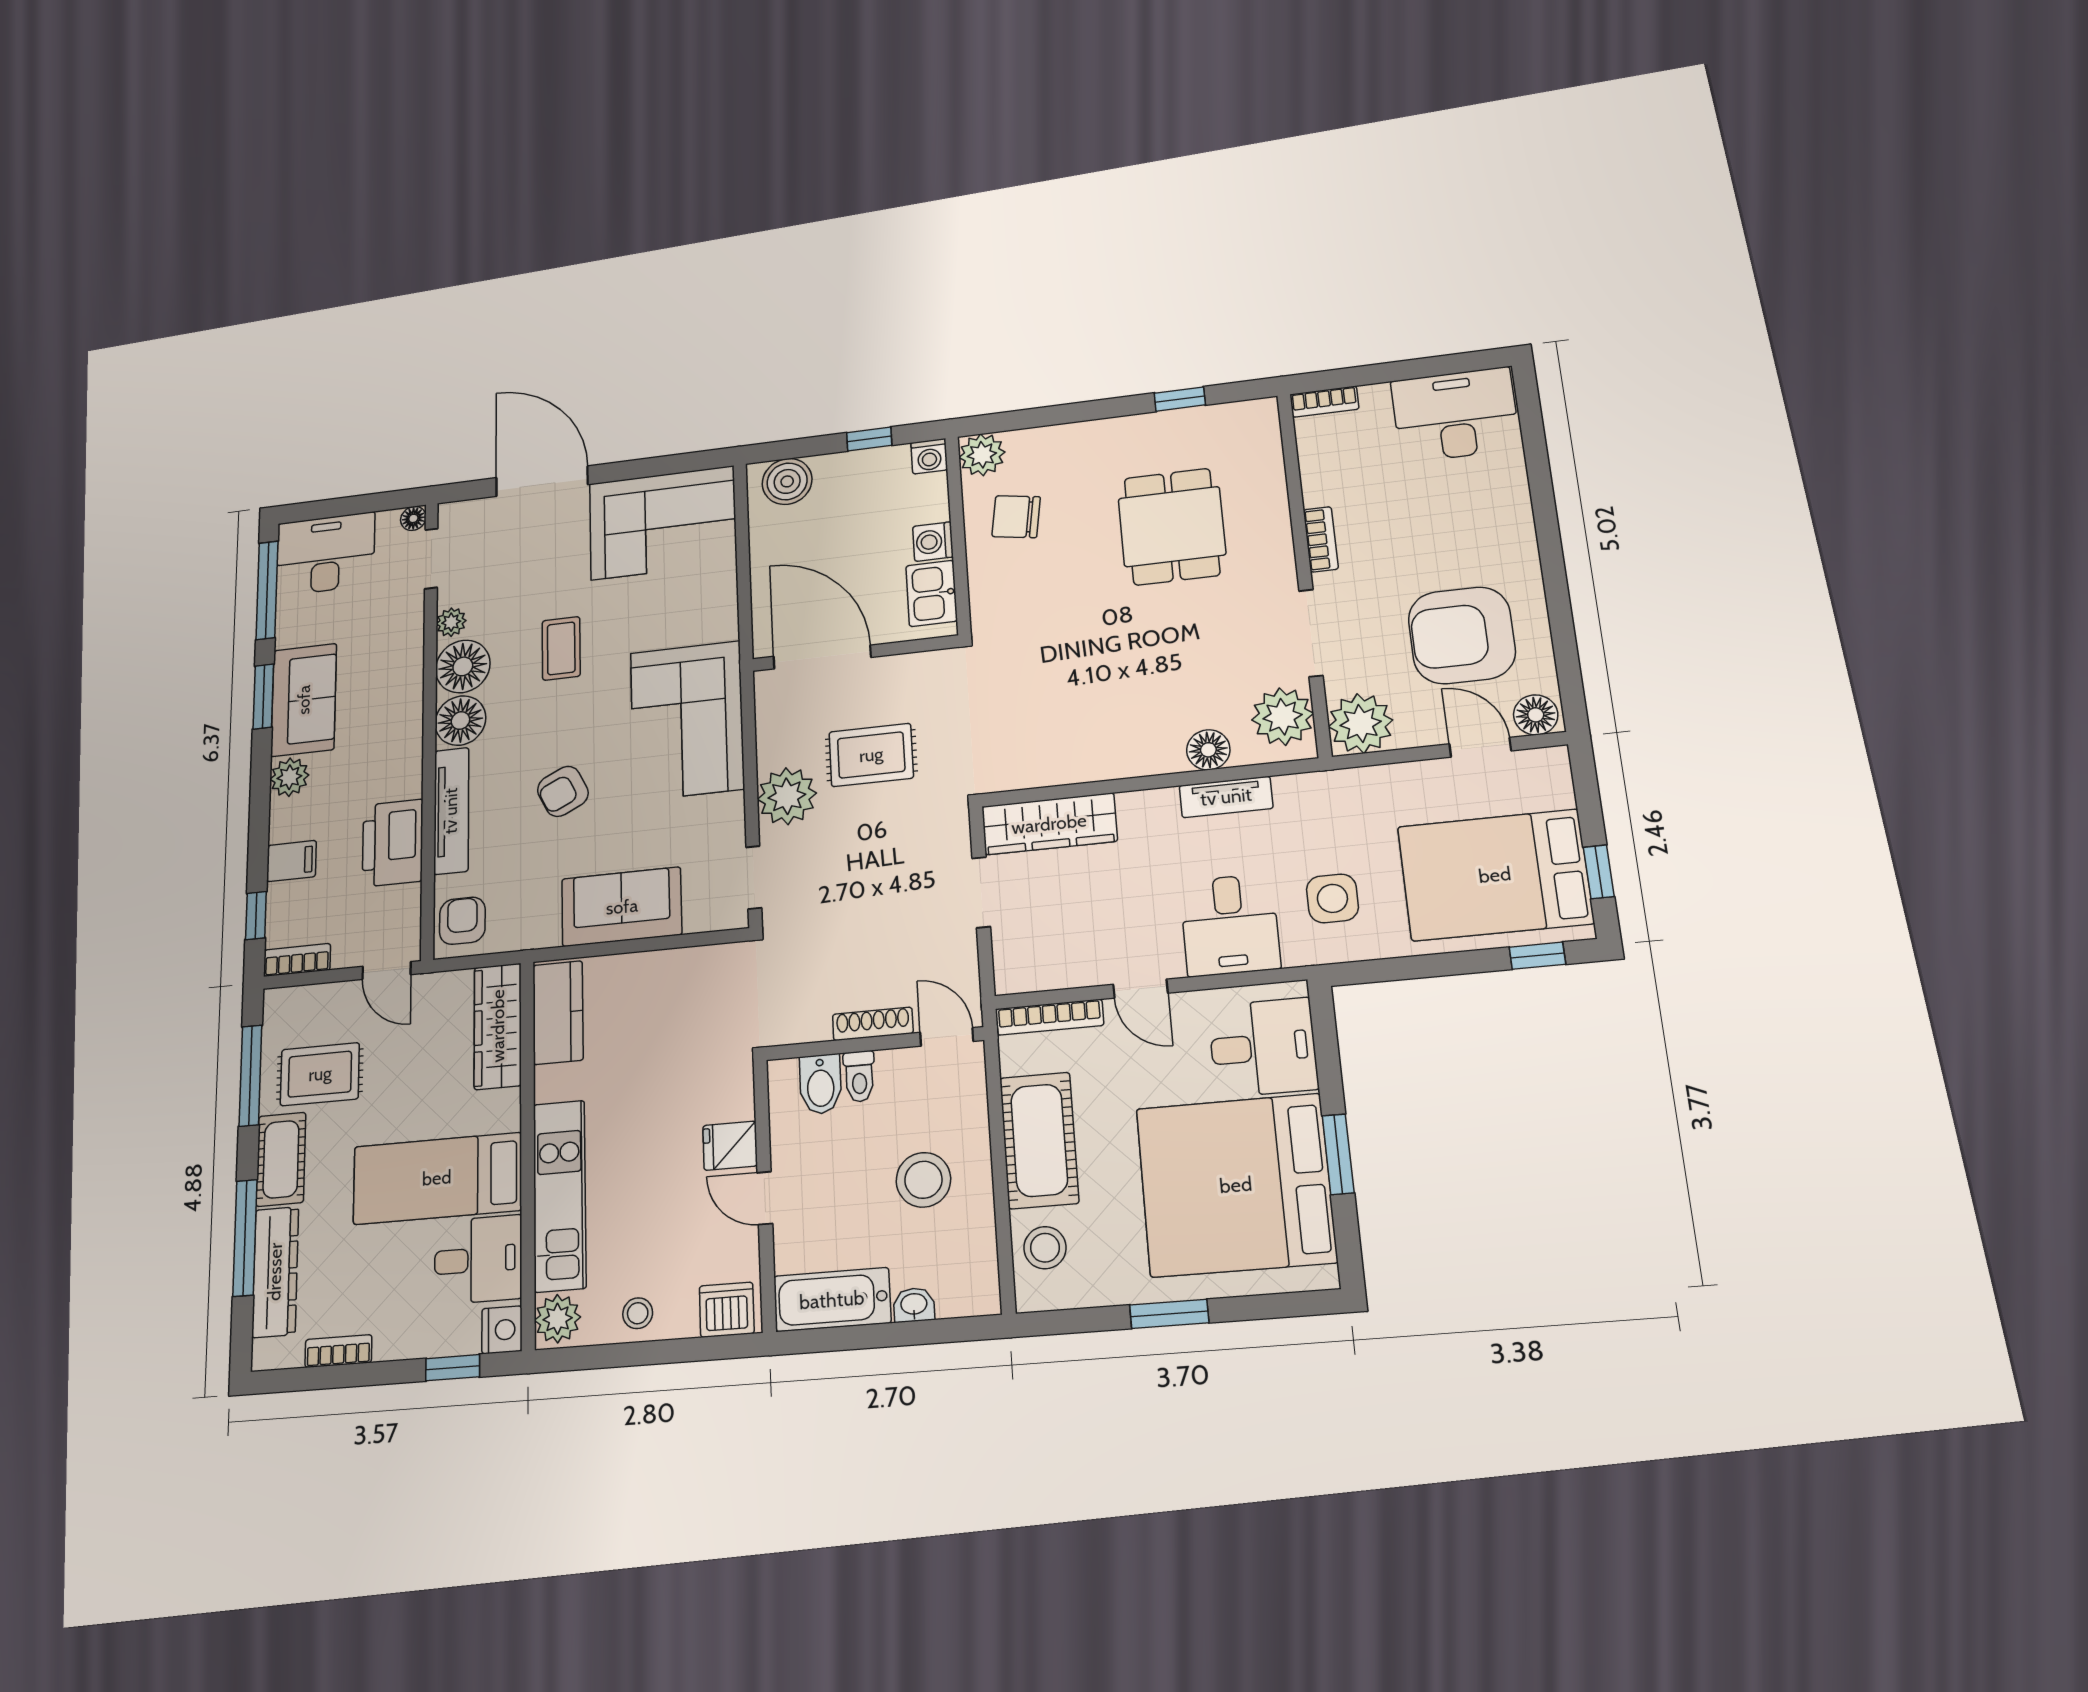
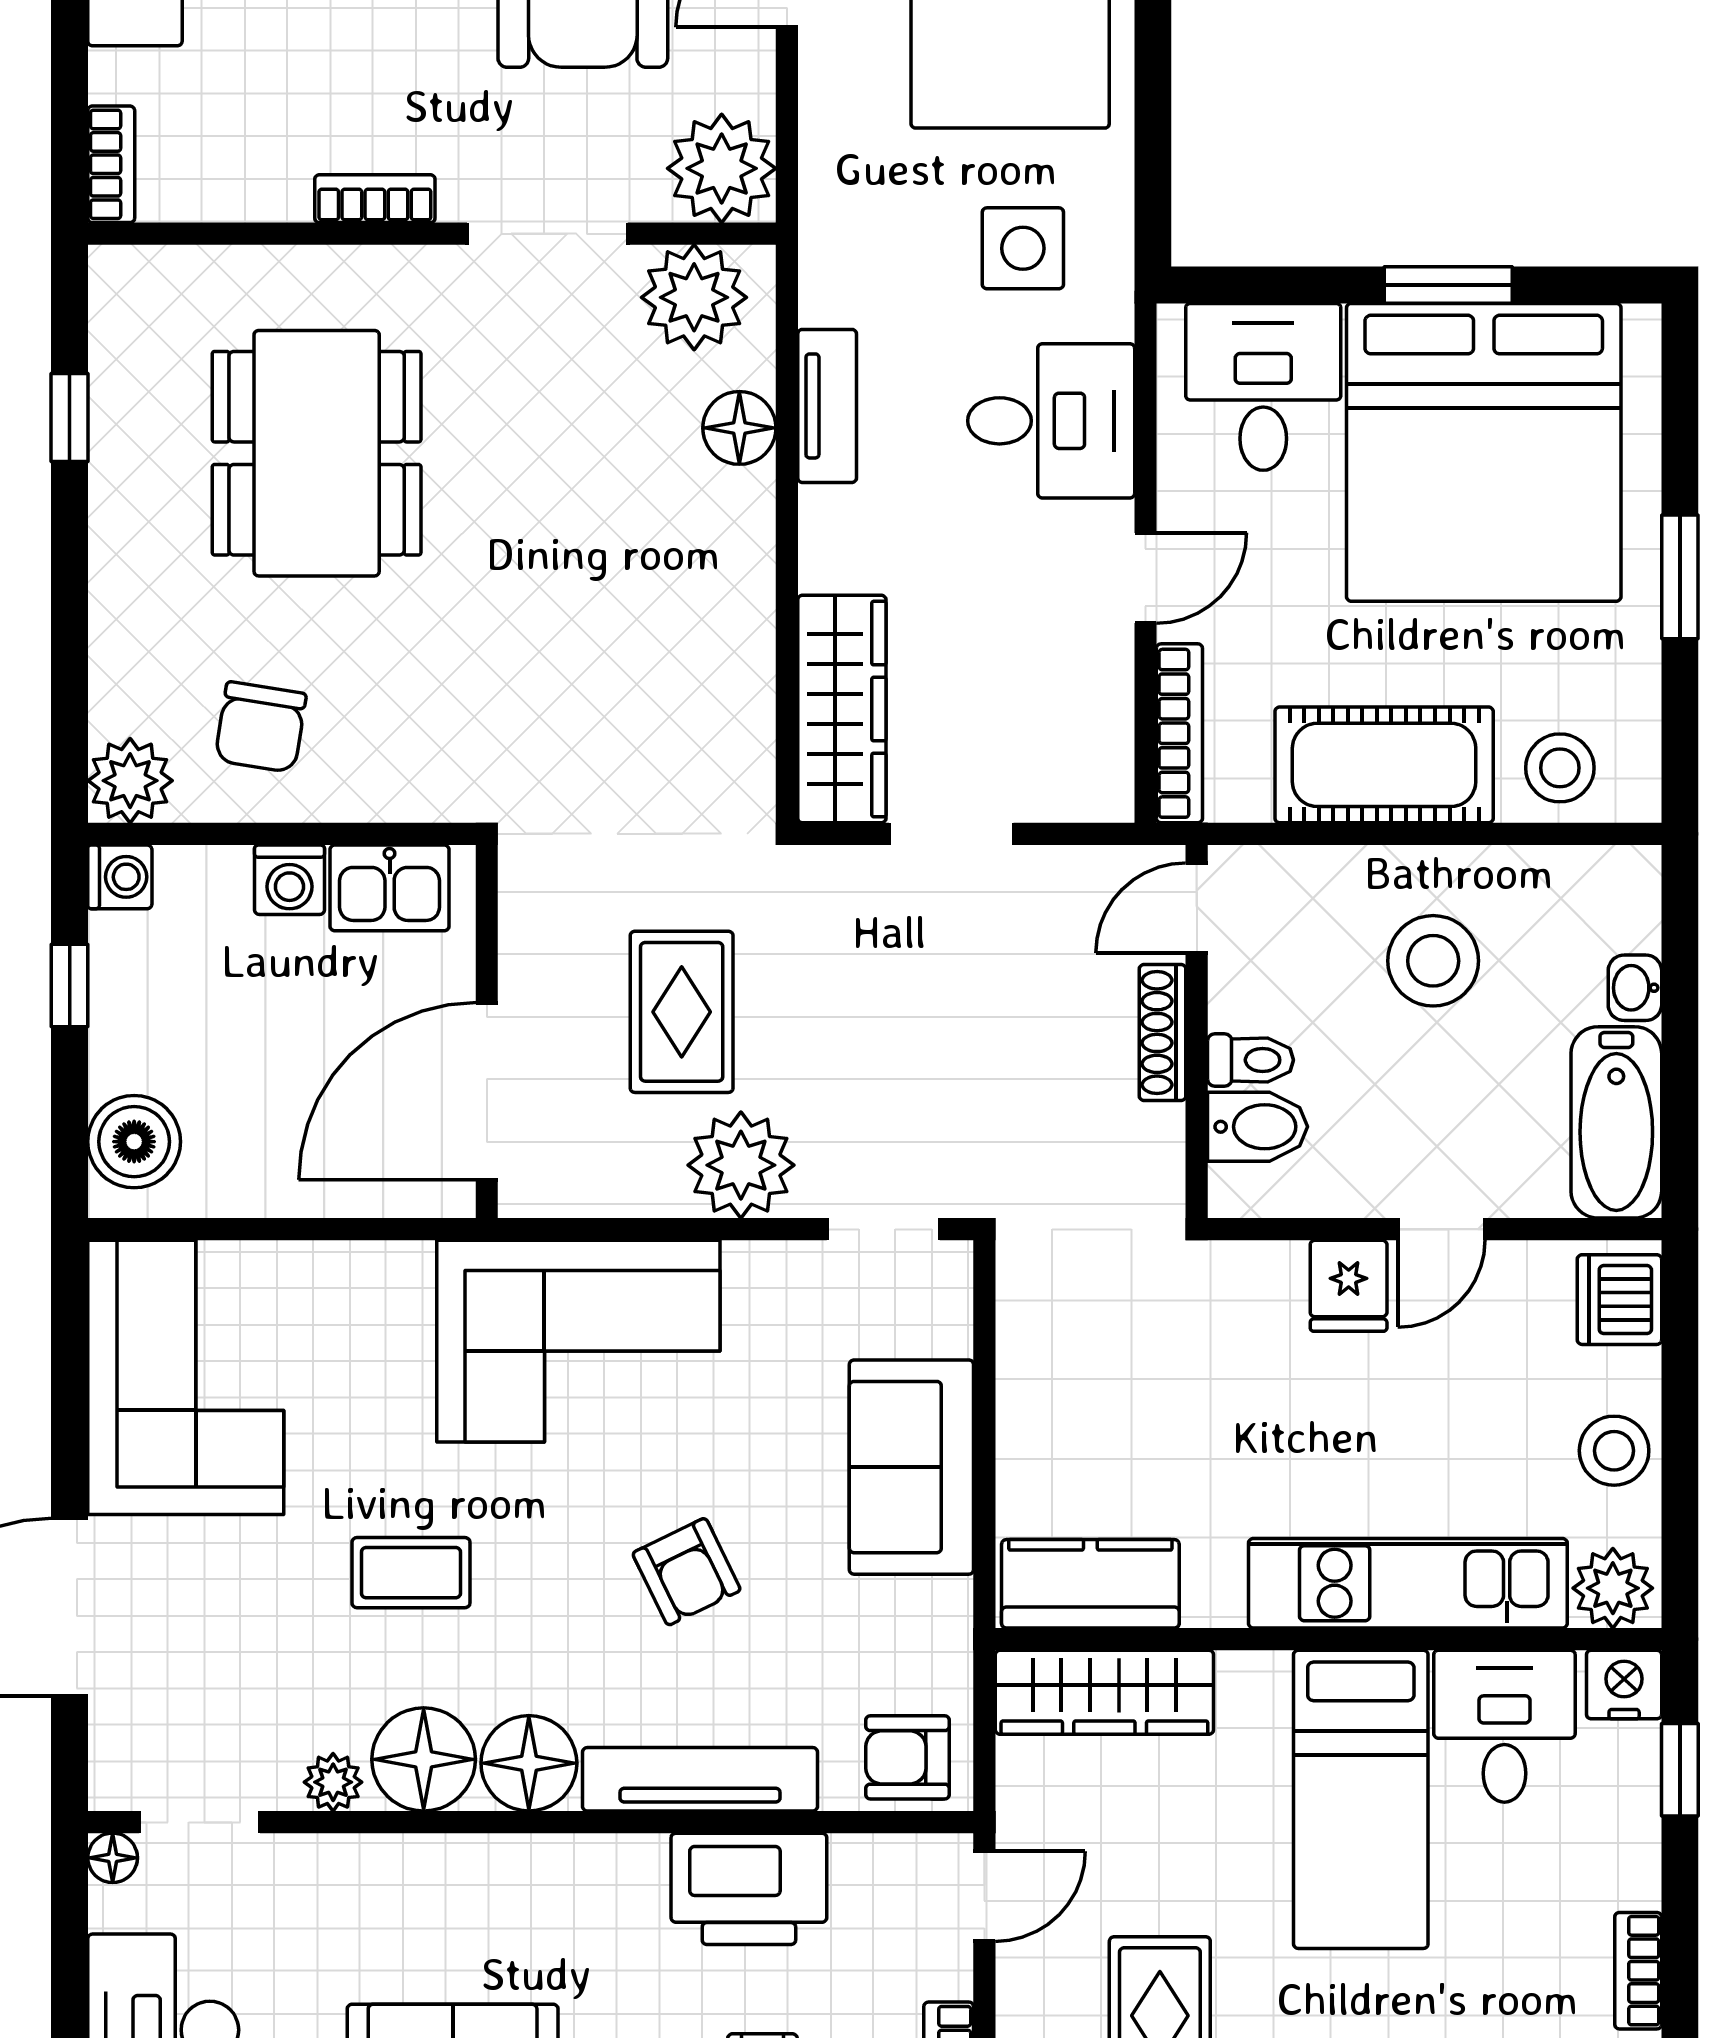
dining table: (1172, 527) -> (317, 453), width x1.38
stool: (638, 1313) -> (1614, 1451), width x1.37, depth x1.37

